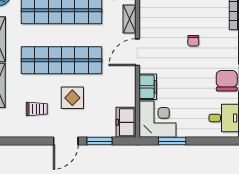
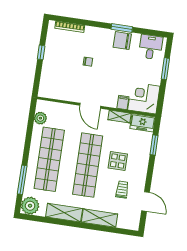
shelving: (129, 19) -> (120, 117), moved
filing cabinet: (148, 87) -> (123, 103), width x0.50
door: (66, 141) -> (146, 202), moved
window: (172, 141) -> (165, 69), moved

